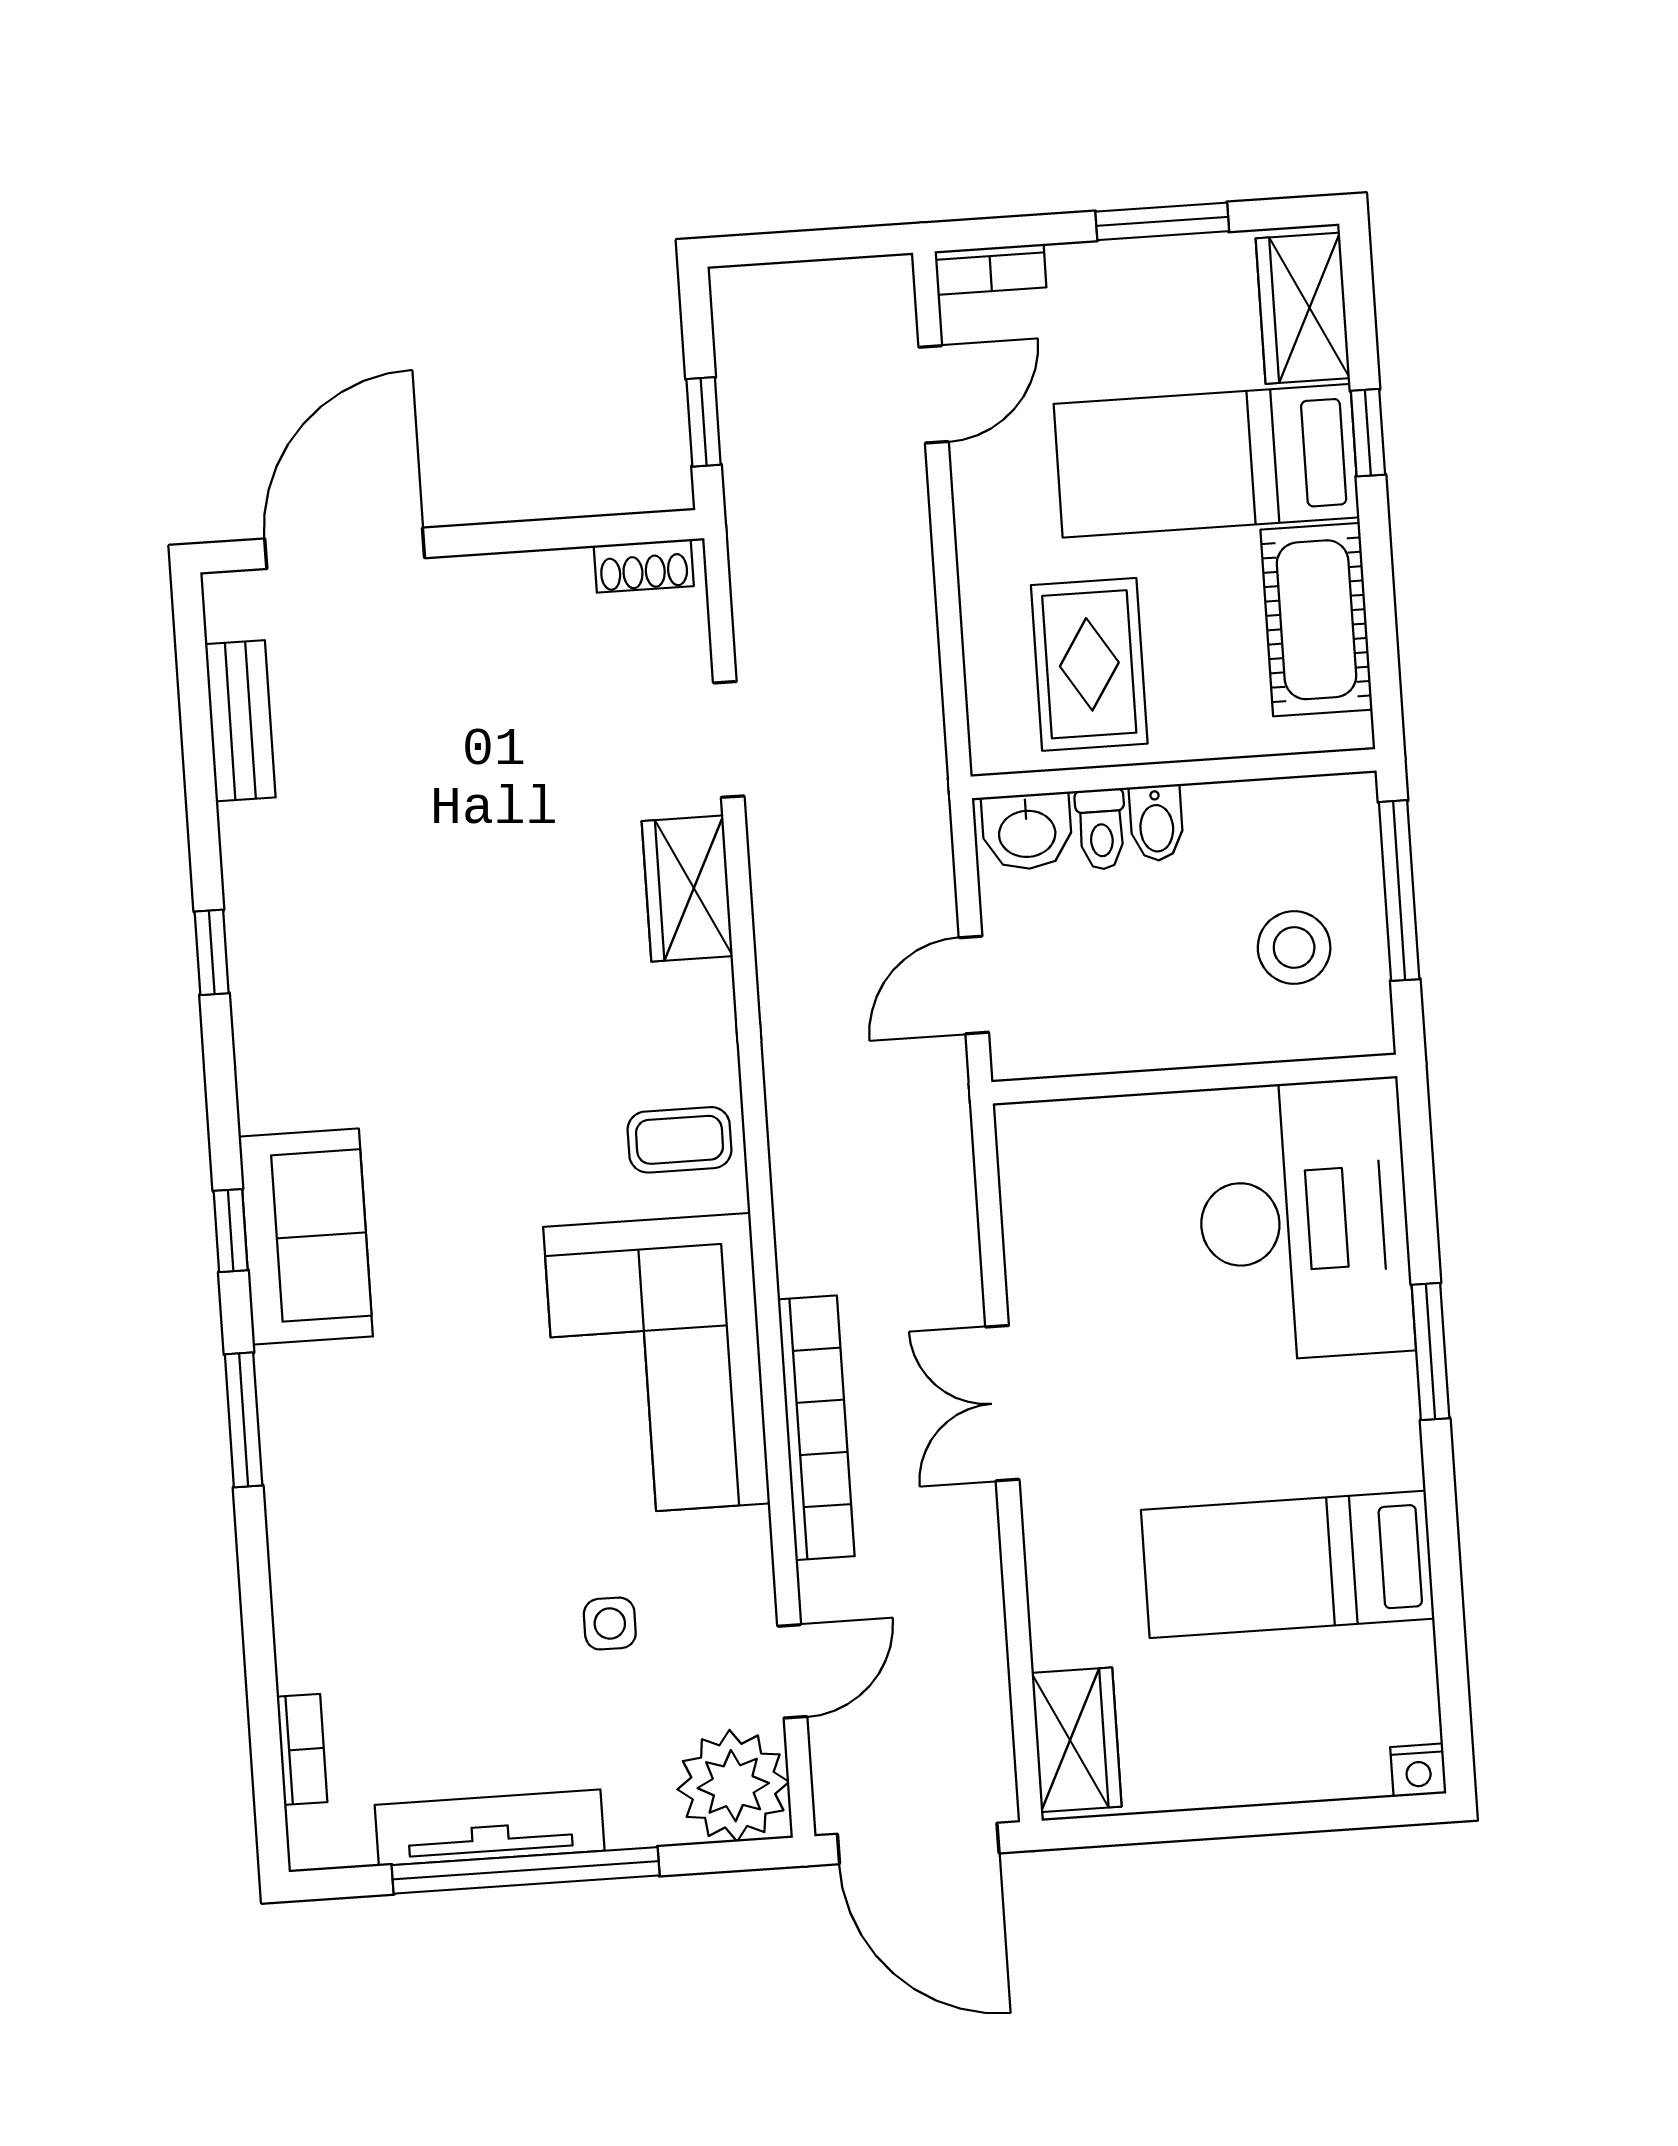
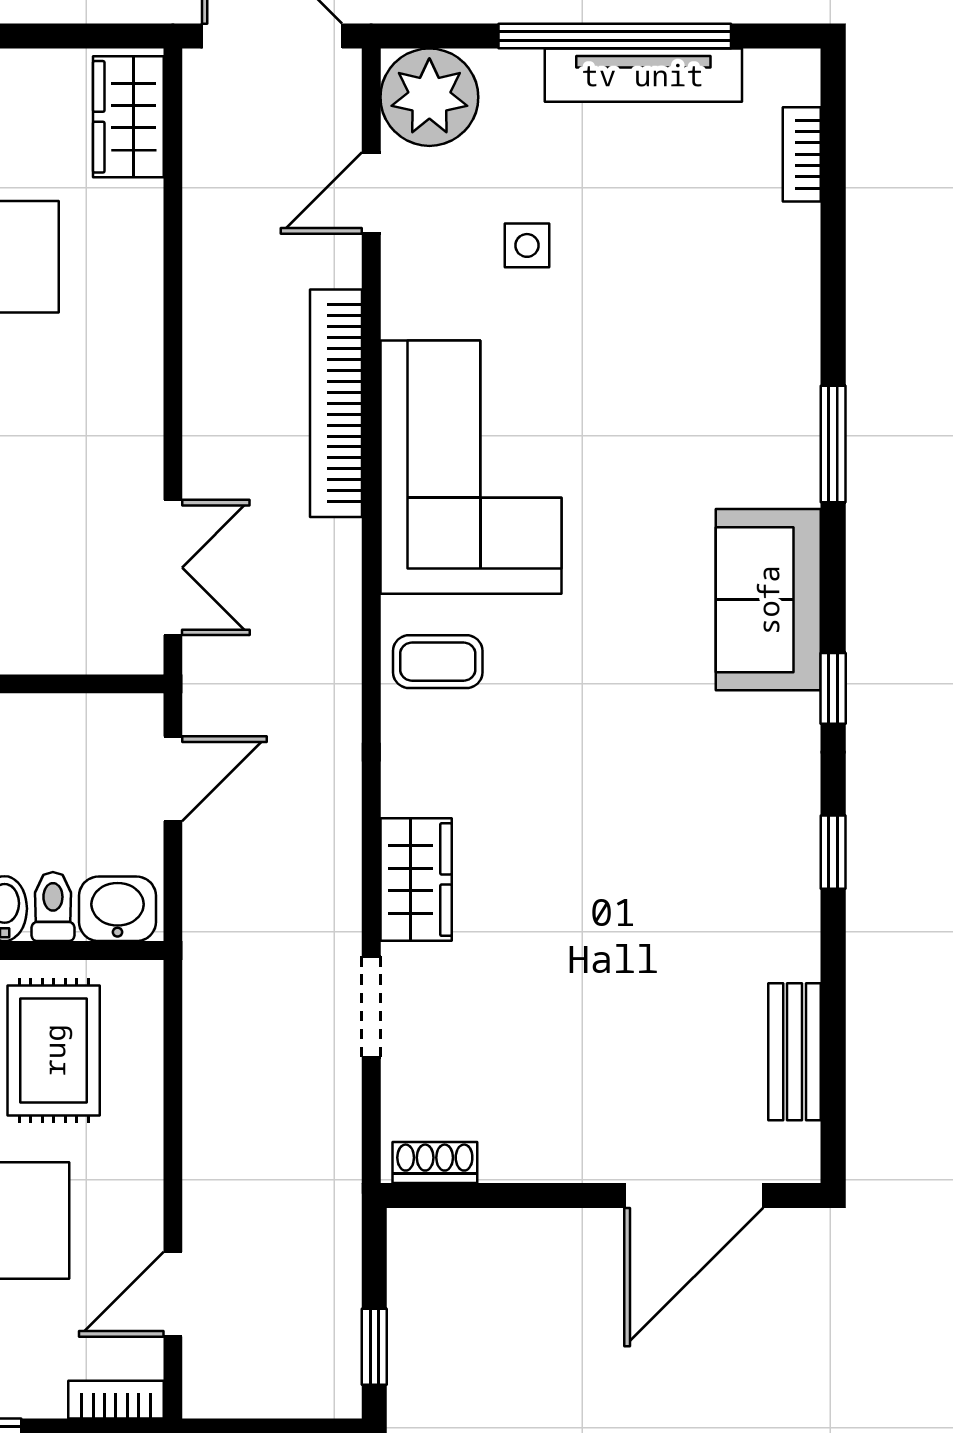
window: (704, 422) -> (374, 1347), moved
window: (231, 1231) -> (833, 688), moved
double door: (1002, 1403) -> (173, 568), moved

